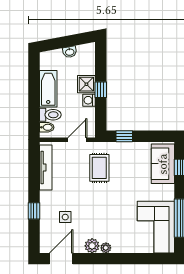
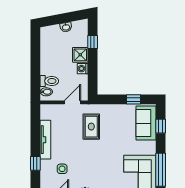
bathtub: (48, 89) -> (48, 59), removed
window: (101, 90) -> (93, 42), moved
window: (124, 136) -> (134, 99), moved
tv unit: (46, 167) -> (45, 140), moved

